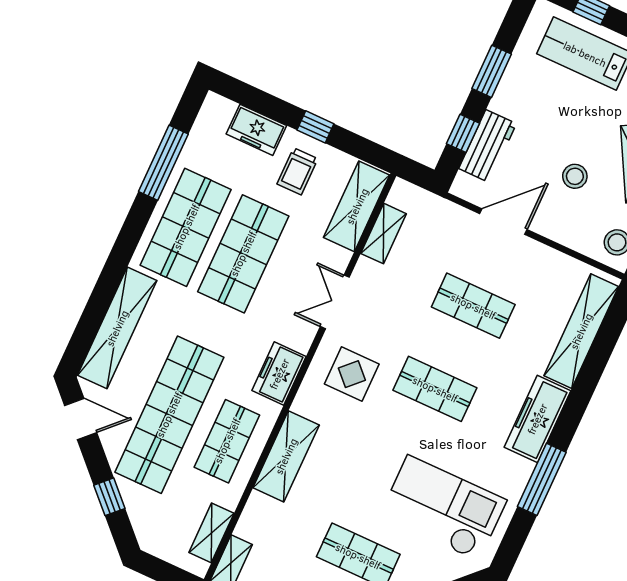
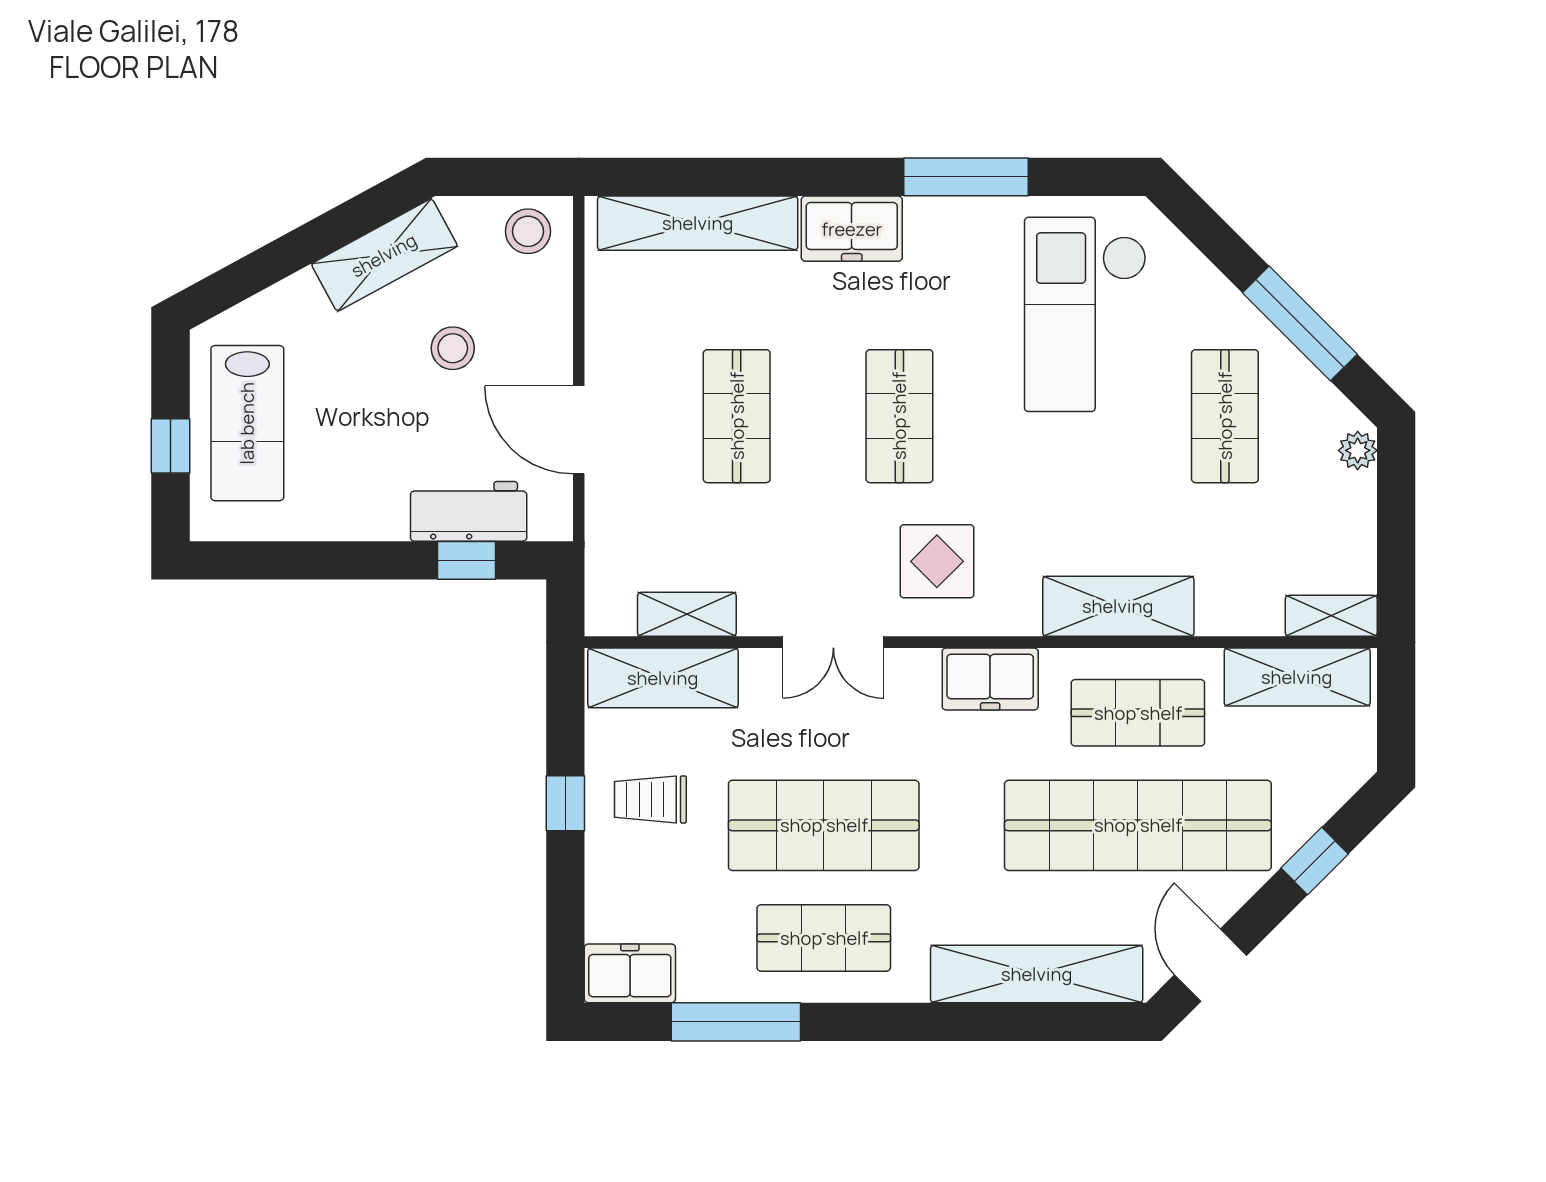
window: (492, 71) -> (345, 560), removed
freezer: (256, 130) -> (630, 973), moved, turned -90
trolley: (297, 171) -> (650, 799), turned 180
shop shelf: (186, 227) -> (824, 938), width x0.70, depth x0.74
freezer: (537, 419) -> (852, 229), width x0.71
shelving: (211, 533) -> (1297, 677), width x1.50, depth x1.33

